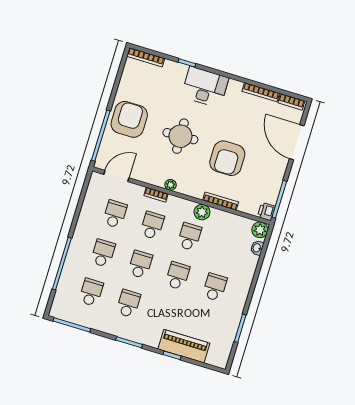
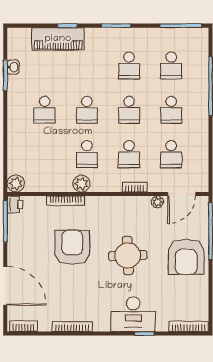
desk: (205, 87) -> (133, 314), moved
bookcase: (261, 92) -> (72, 327), moved
plant: (171, 185) -> (157, 202), moved
washbasin: (257, 248) -> (13, 67), moved

